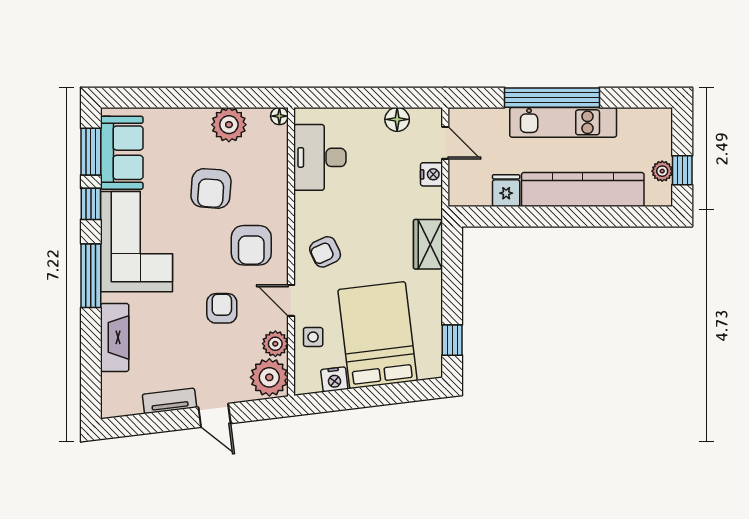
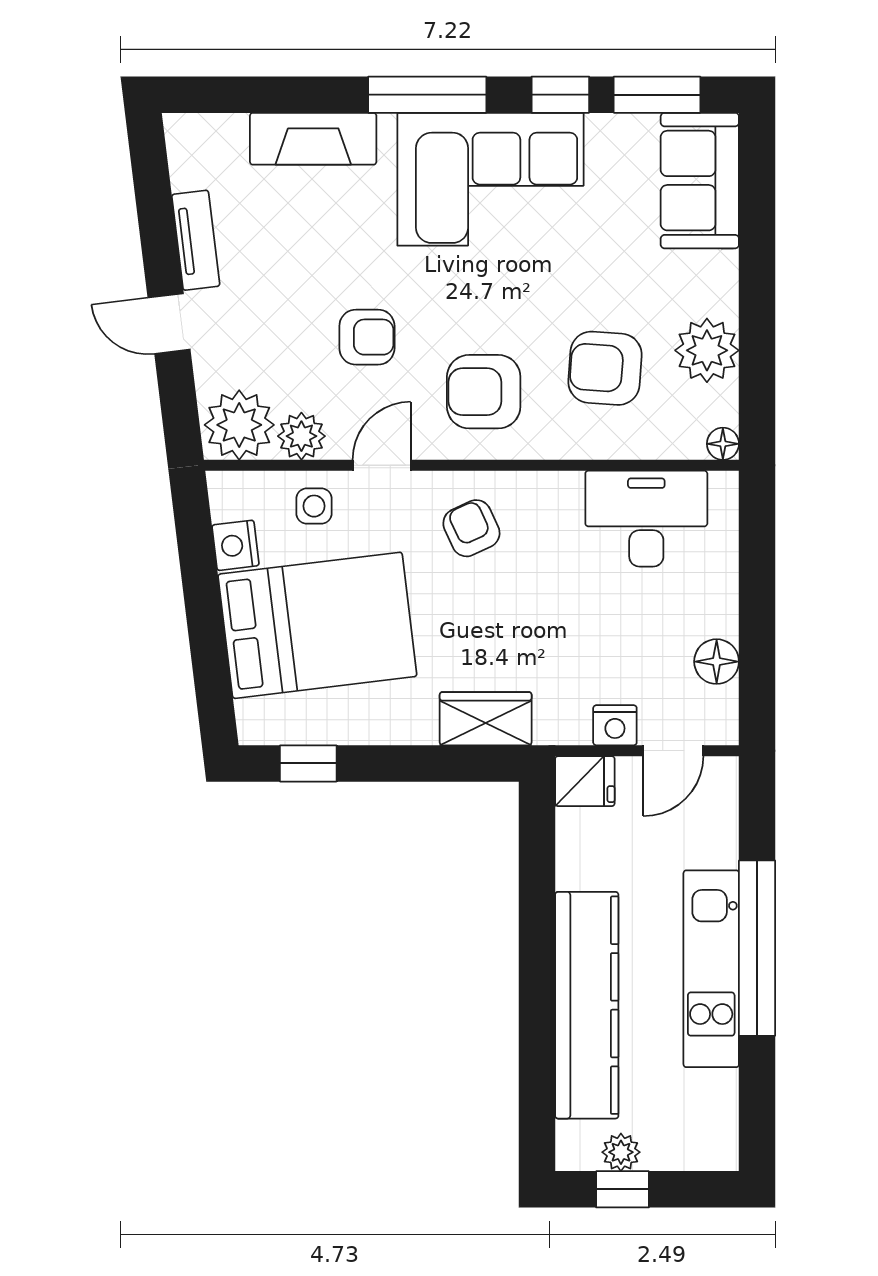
sofa: (122, 153) -> (700, 181), moved, turned 90
armchair: (211, 188) -> (605, 368), moved
fridge: (506, 191) -> (585, 781), moved
door: (214, 415) -> (169, 324), hinge flipped

